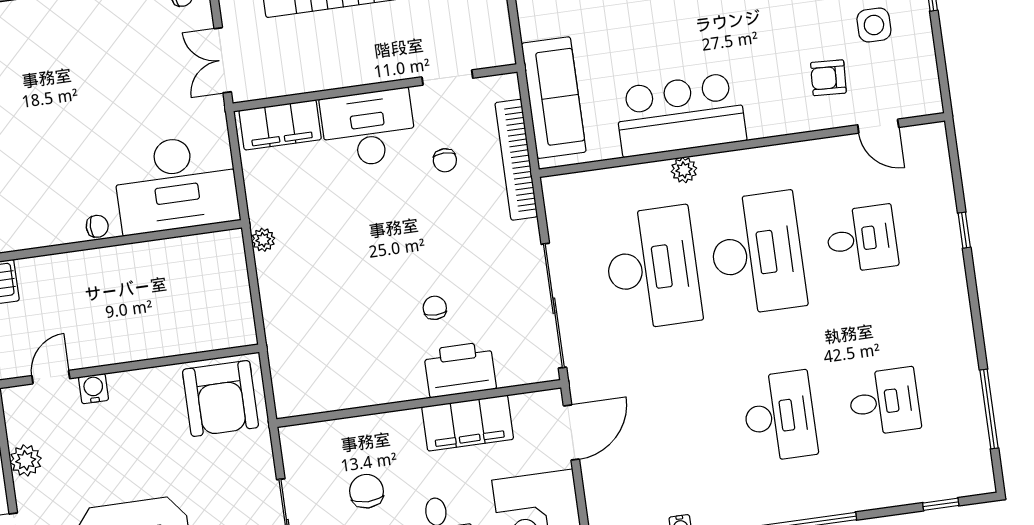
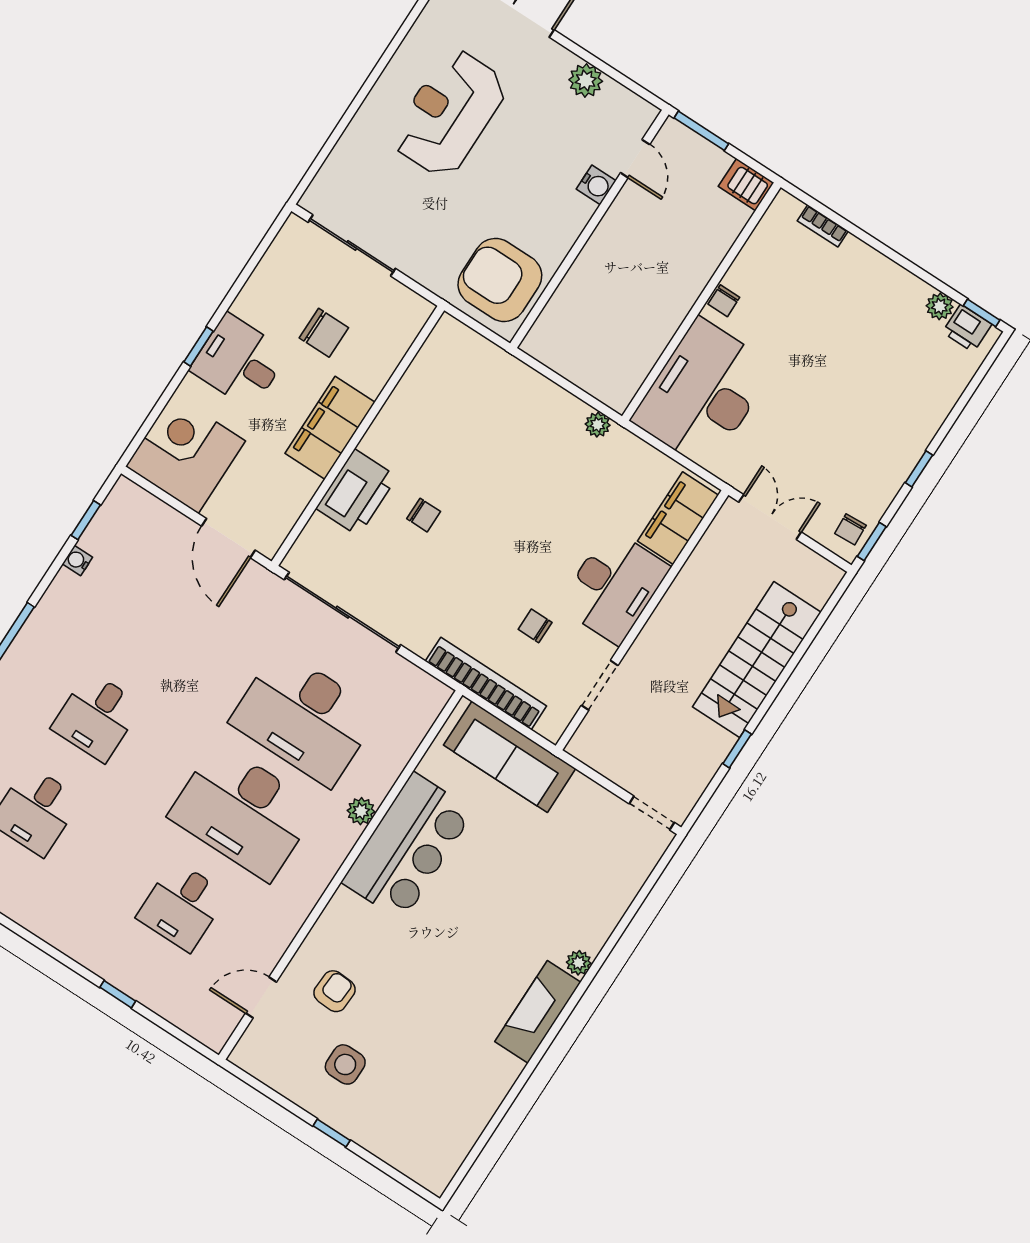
desk: (780, 416) -> (97, 717), width x0.73
filing cabinet: (468, 423) -> (330, 428), moved

